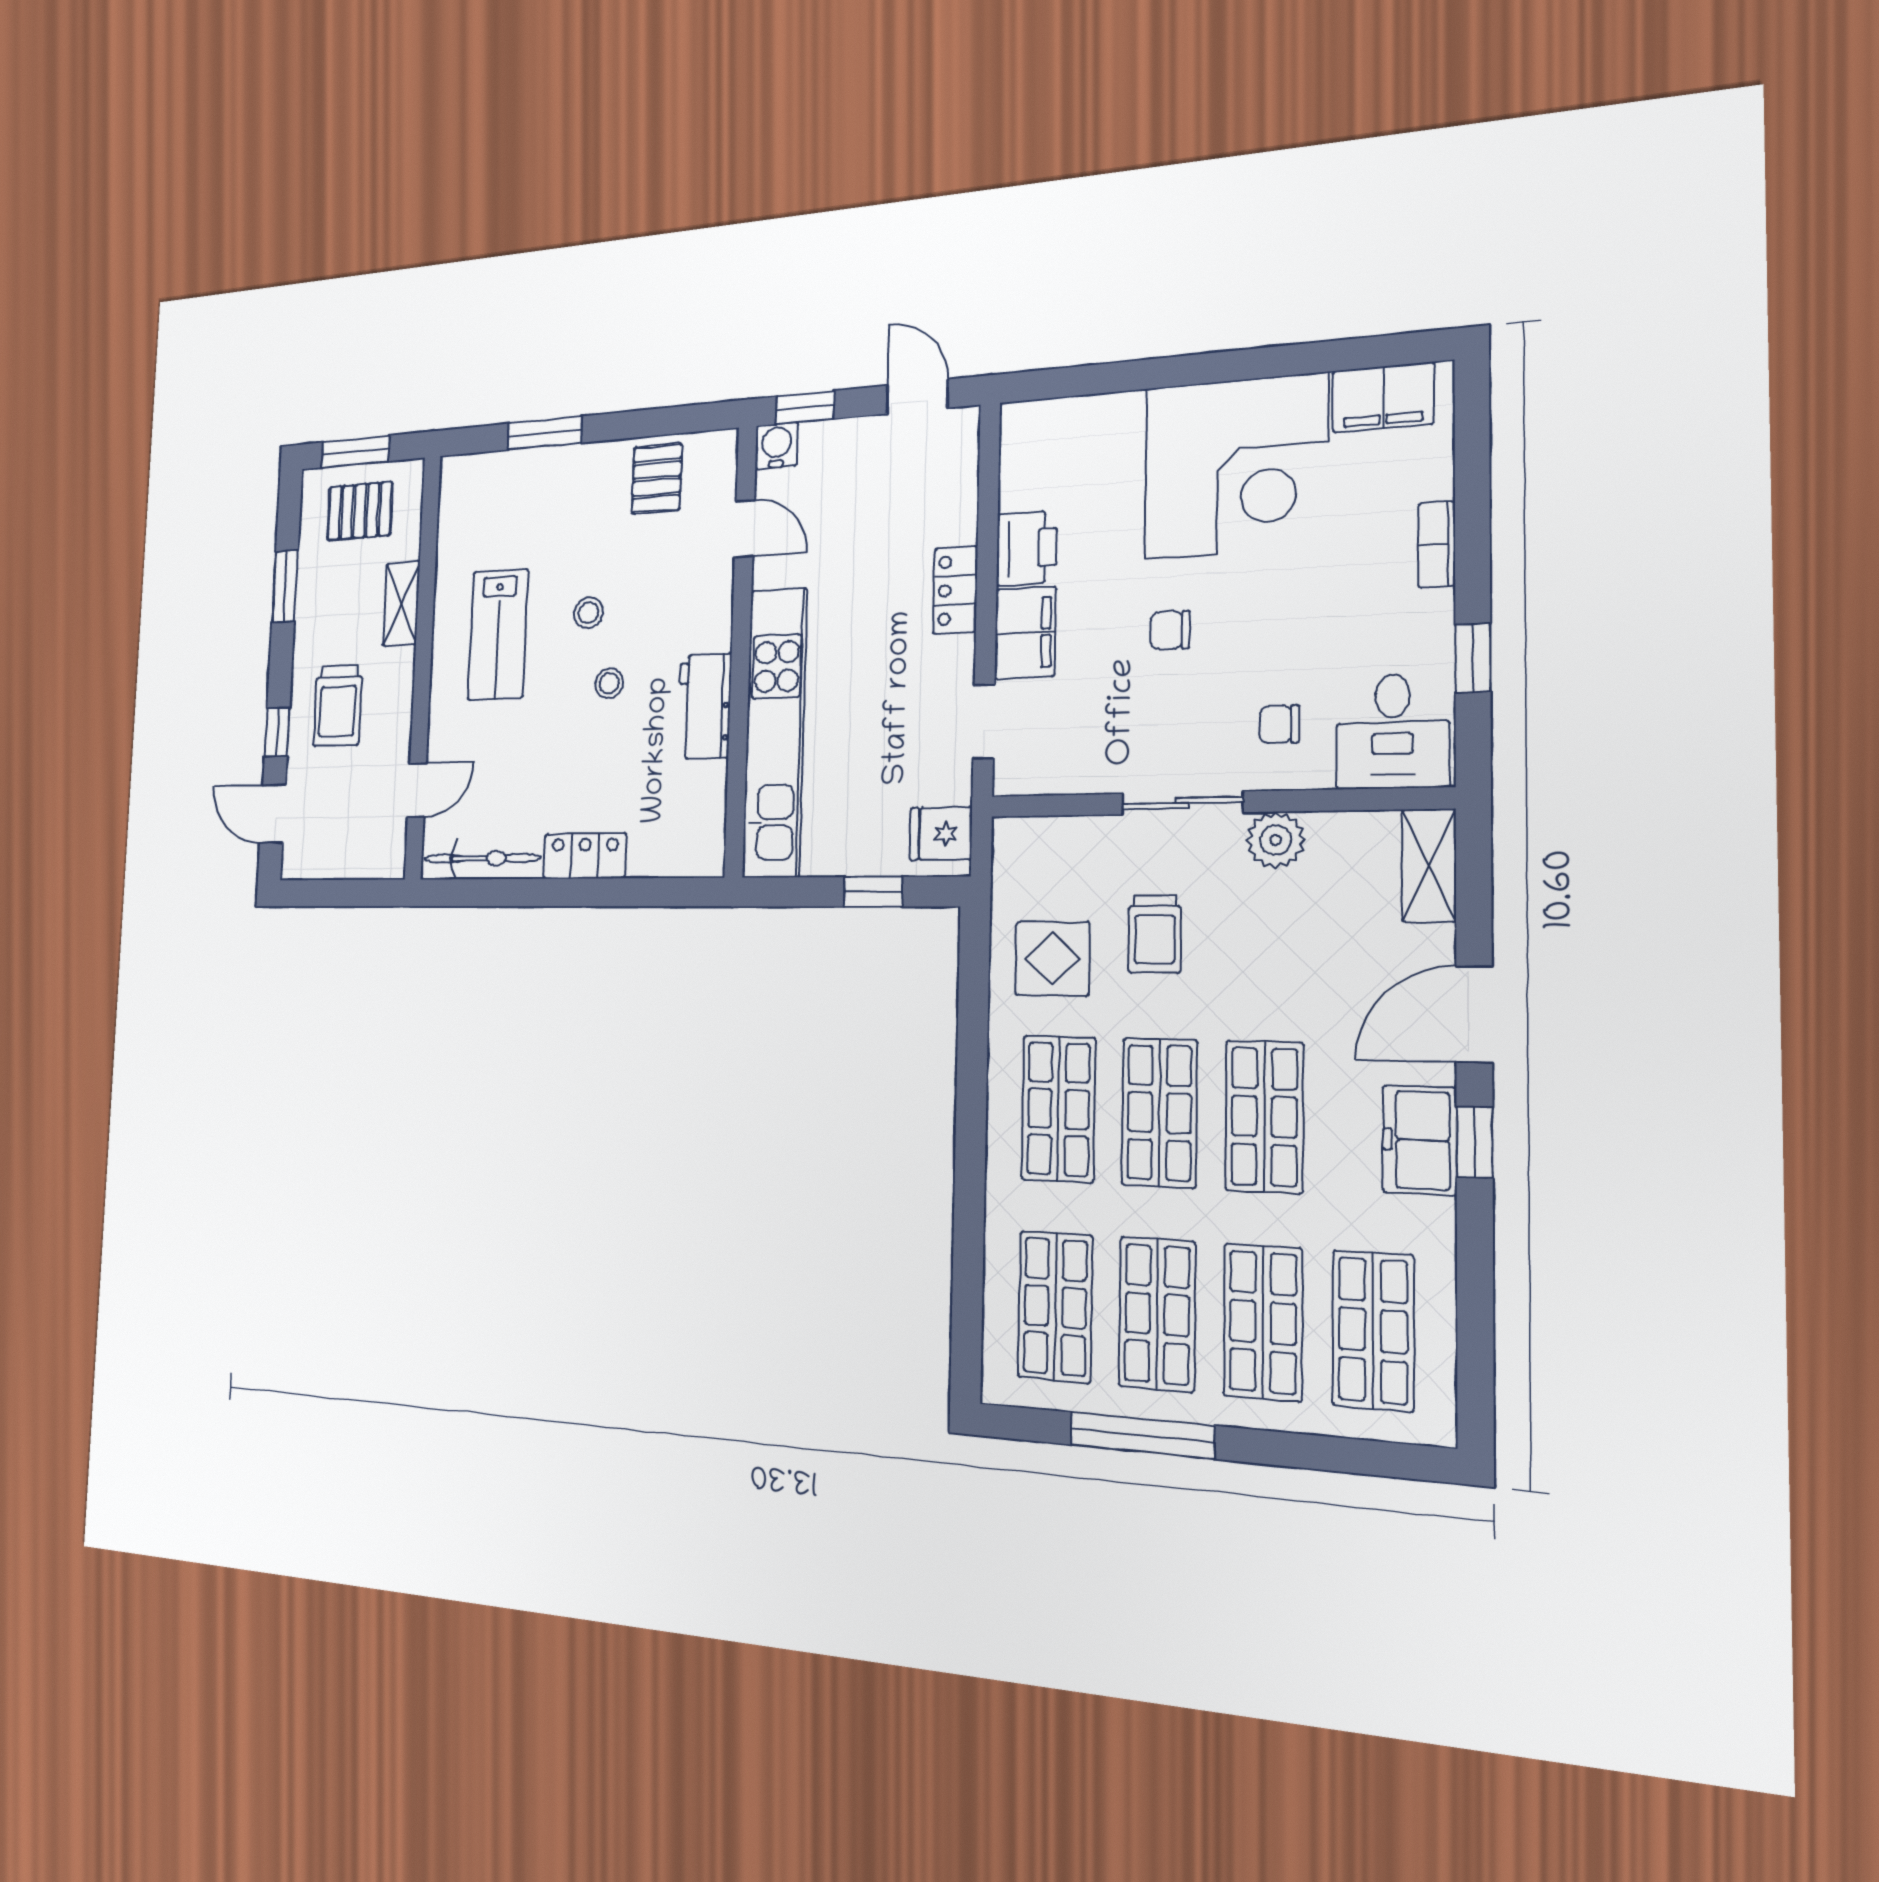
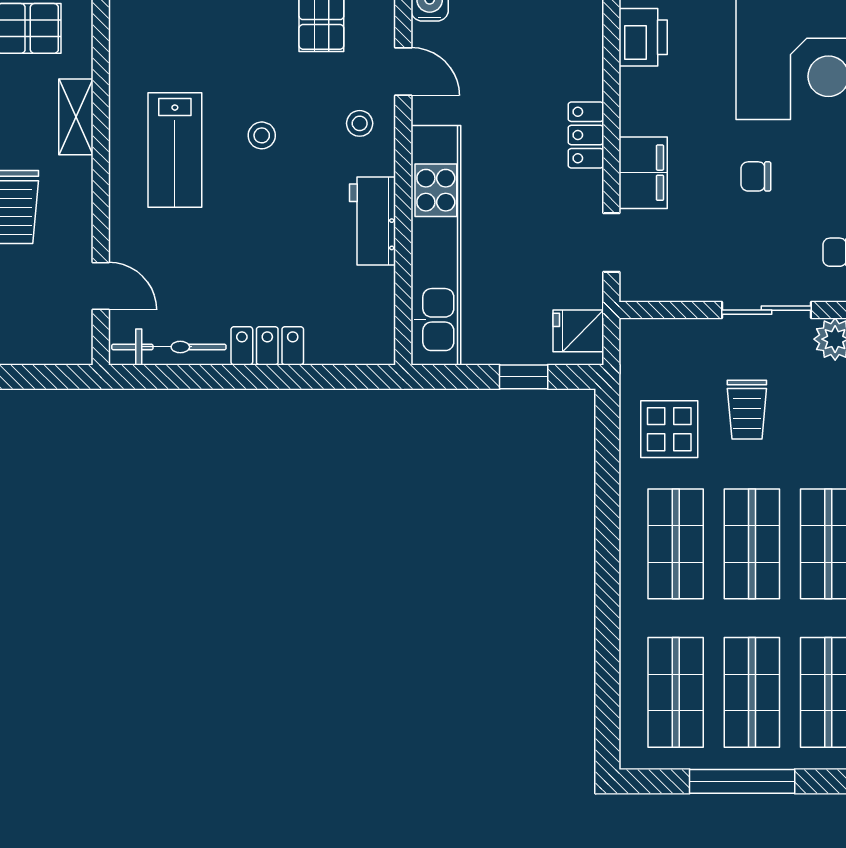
printer: (1027, 548) -> (643, 37), moved
stool: (609, 683) -> (360, 123), moved
door: (417, 790) -> (101, 286), hinge flipped

